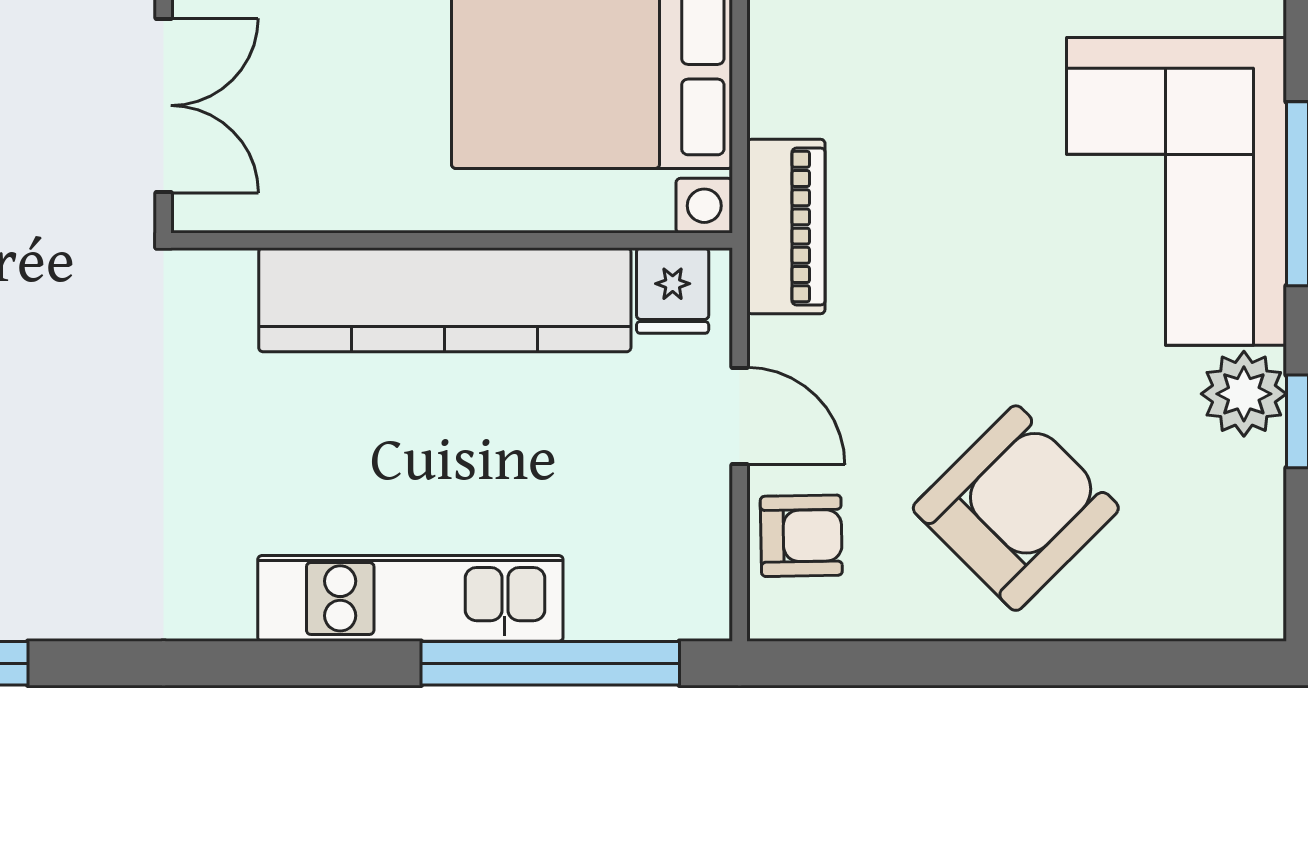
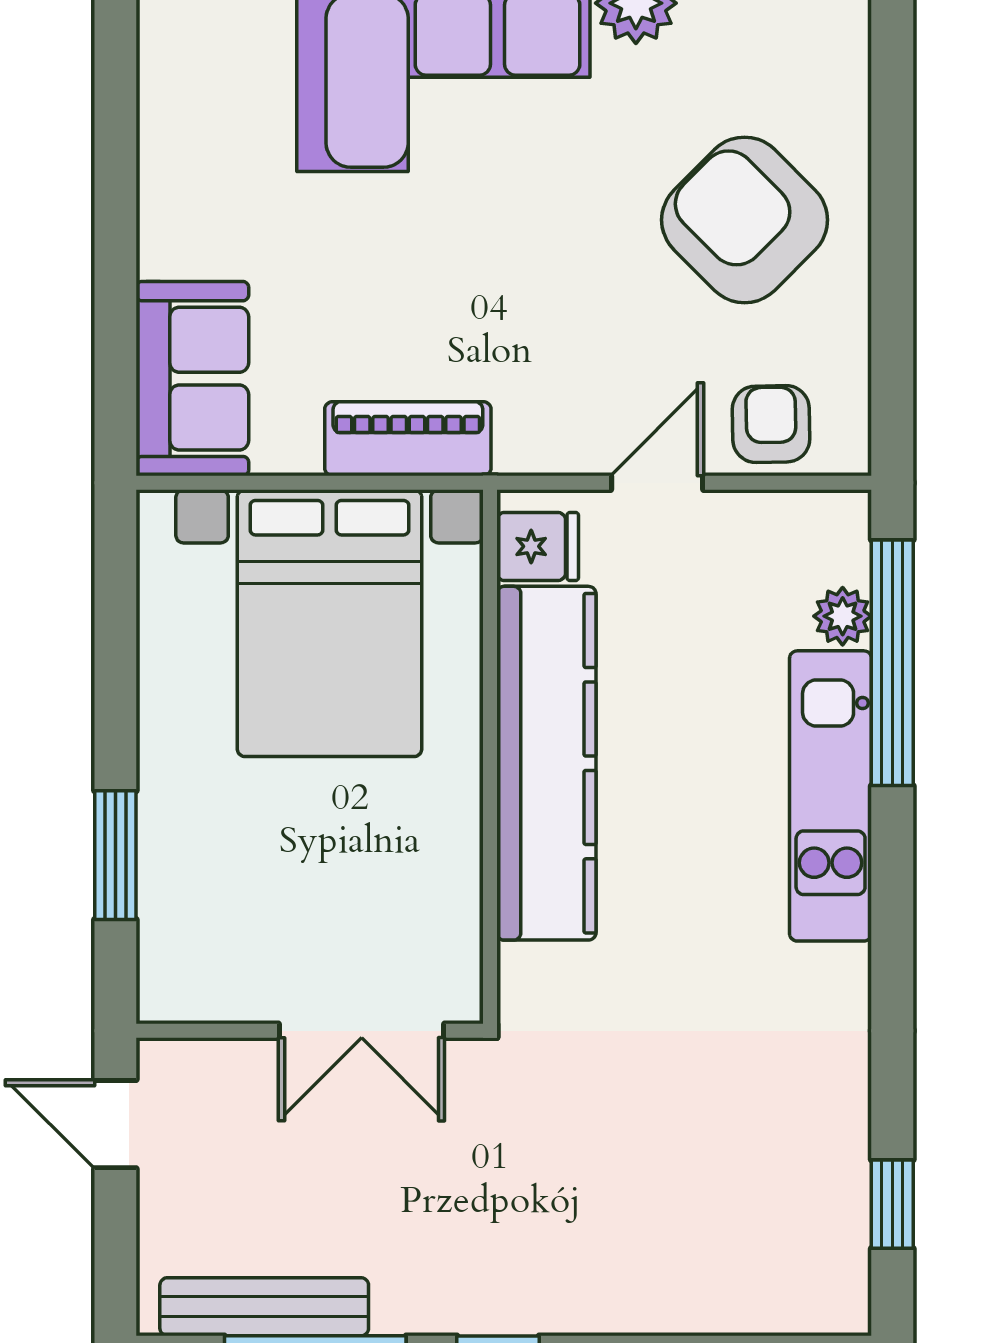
double door: (164, 105) -> (362, 1031), swing flipped
piano: (786, 226) -> (408, 439), moved
plant: (599, 611) -> (843, 616), added

